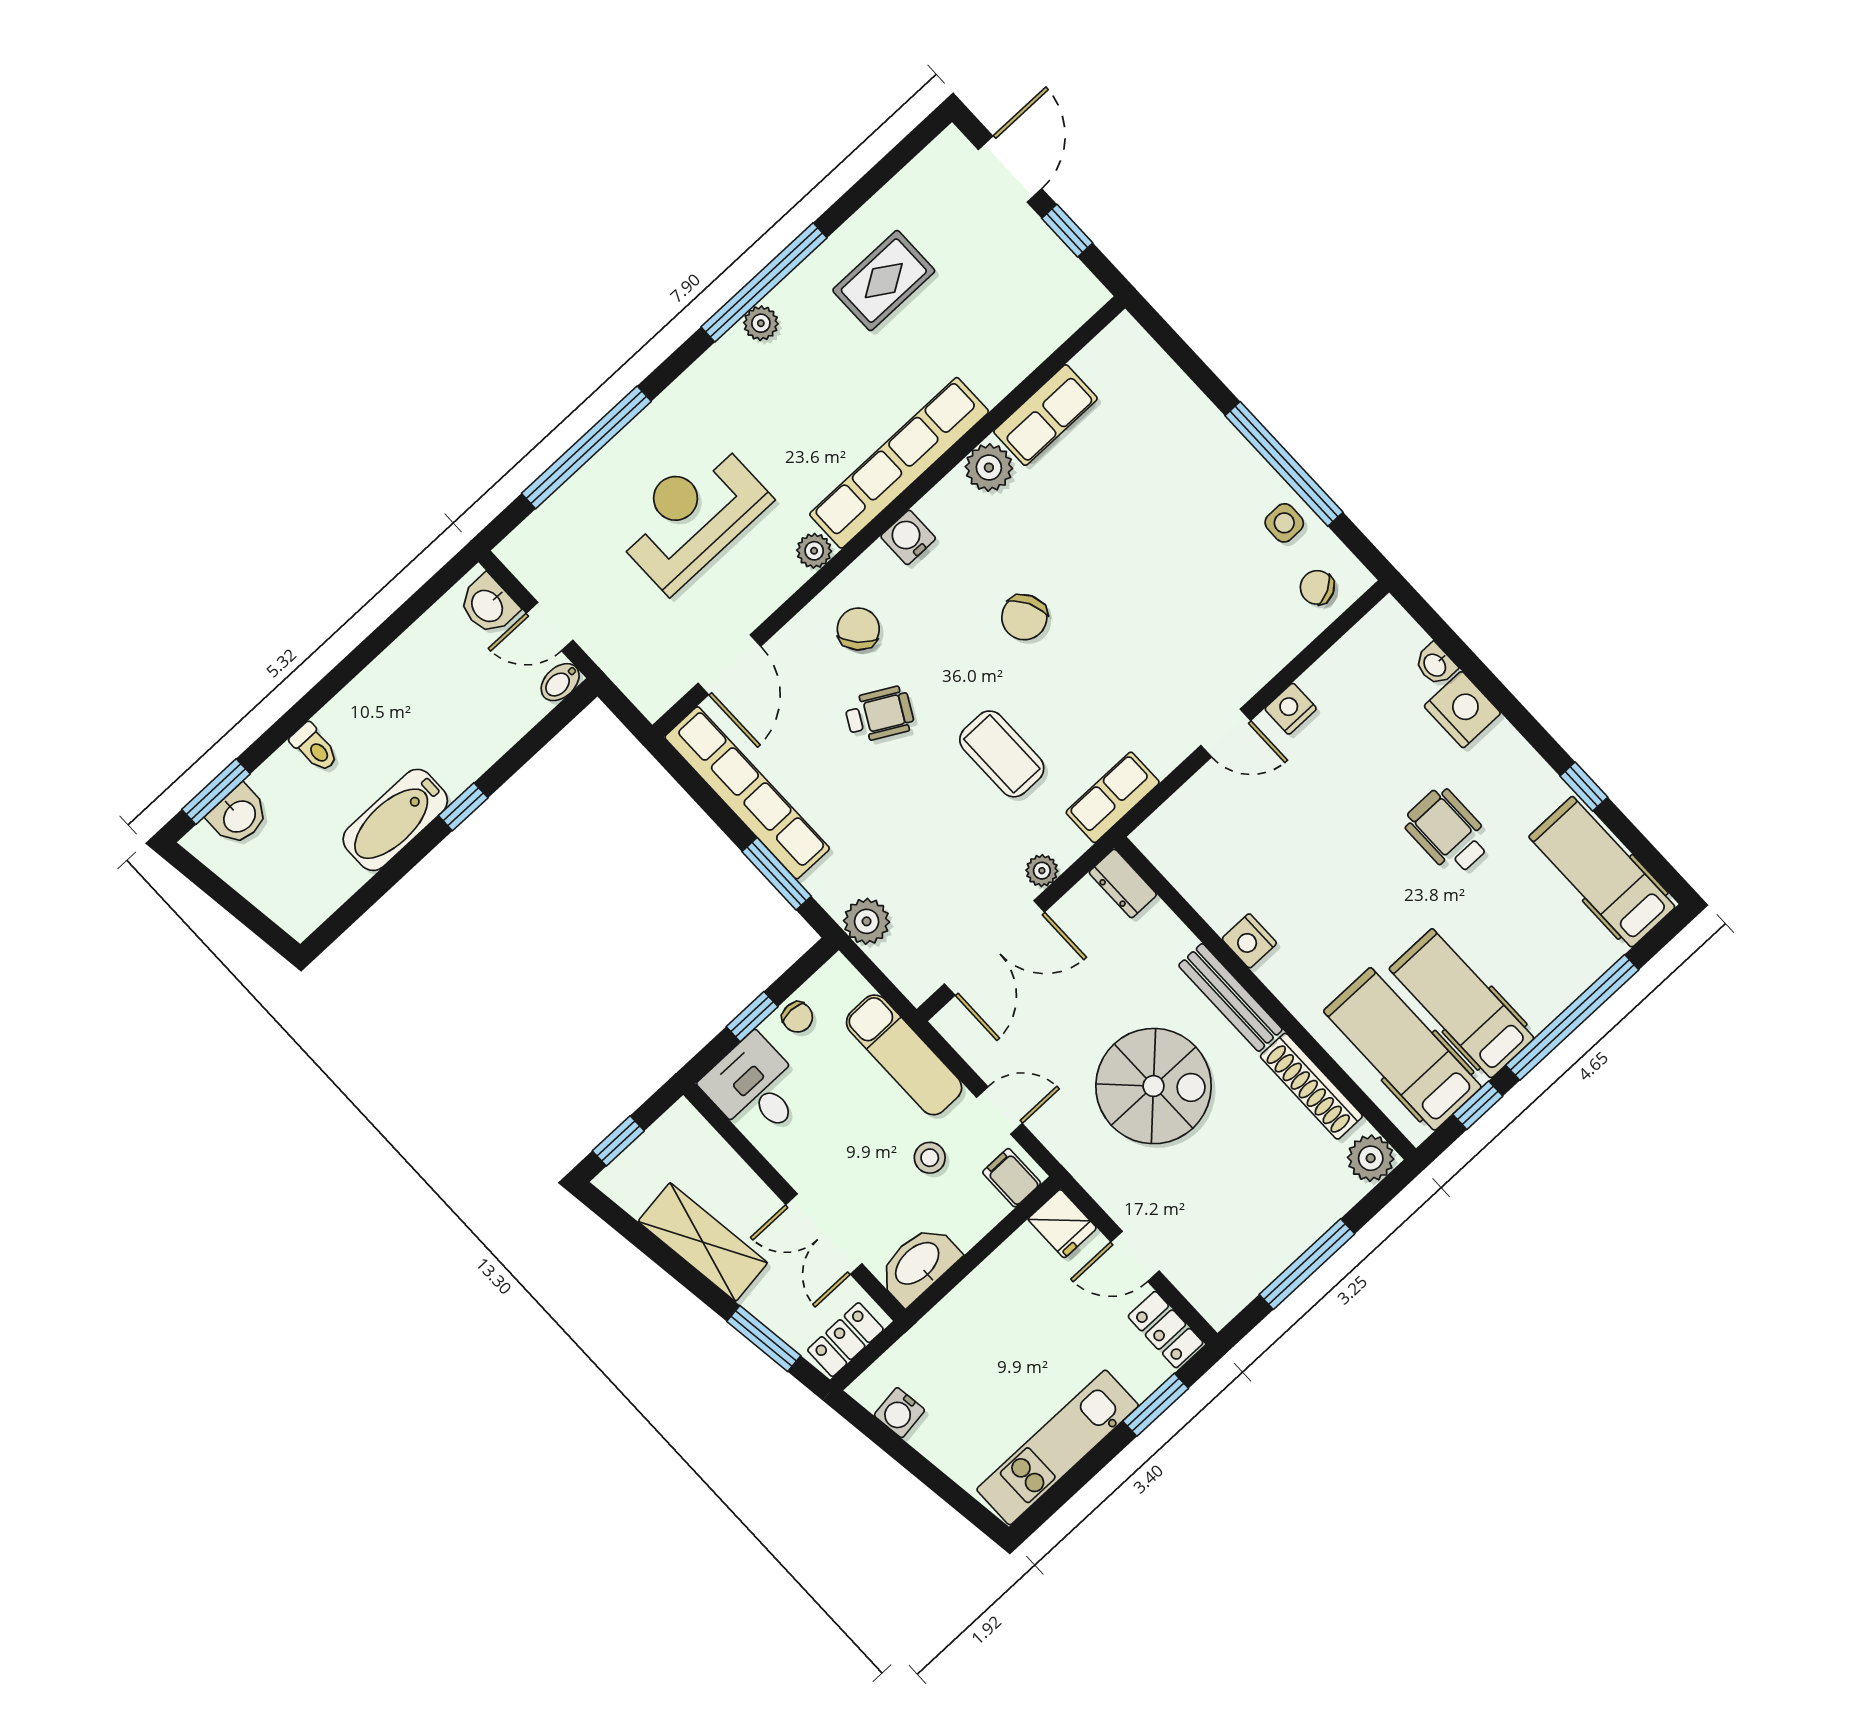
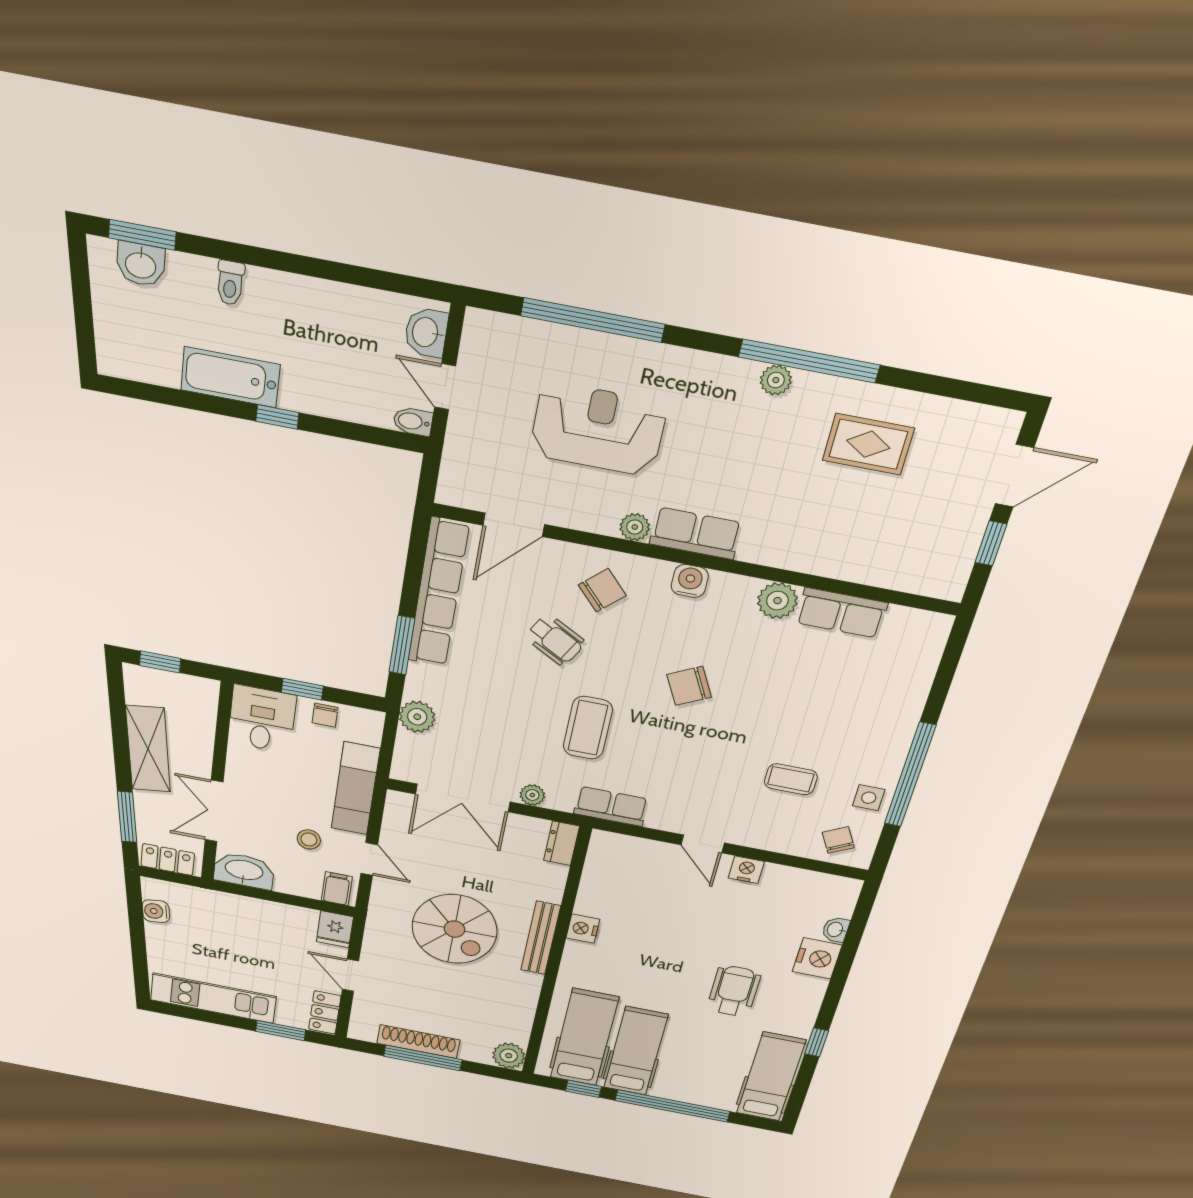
row of seats: (899, 463) -> (696, 533), width x0.50
coffee table: (1207, 588) -> (791, 779), added
shoe rack: (1311, 1086) -> (418, 1042), moved, turned 90

